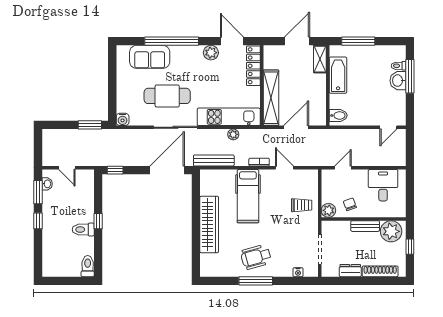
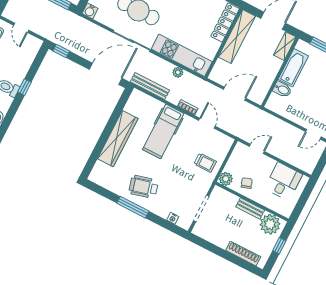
shelving: (271, 98) -> (237, 37), moved
bidet: (338, 115) -> (282, 89), moved
dresser: (350, 271) -> (218, 240), removed

